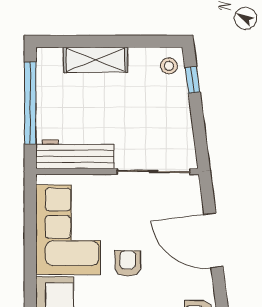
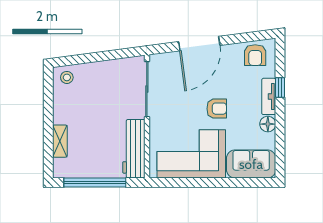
shelving: (96, 60) -> (60, 141), width x0.67, depth x0.75
window: (192, 80) -> (77, 59), removed
armchair: (128, 263) -> (217, 109), turned 180

